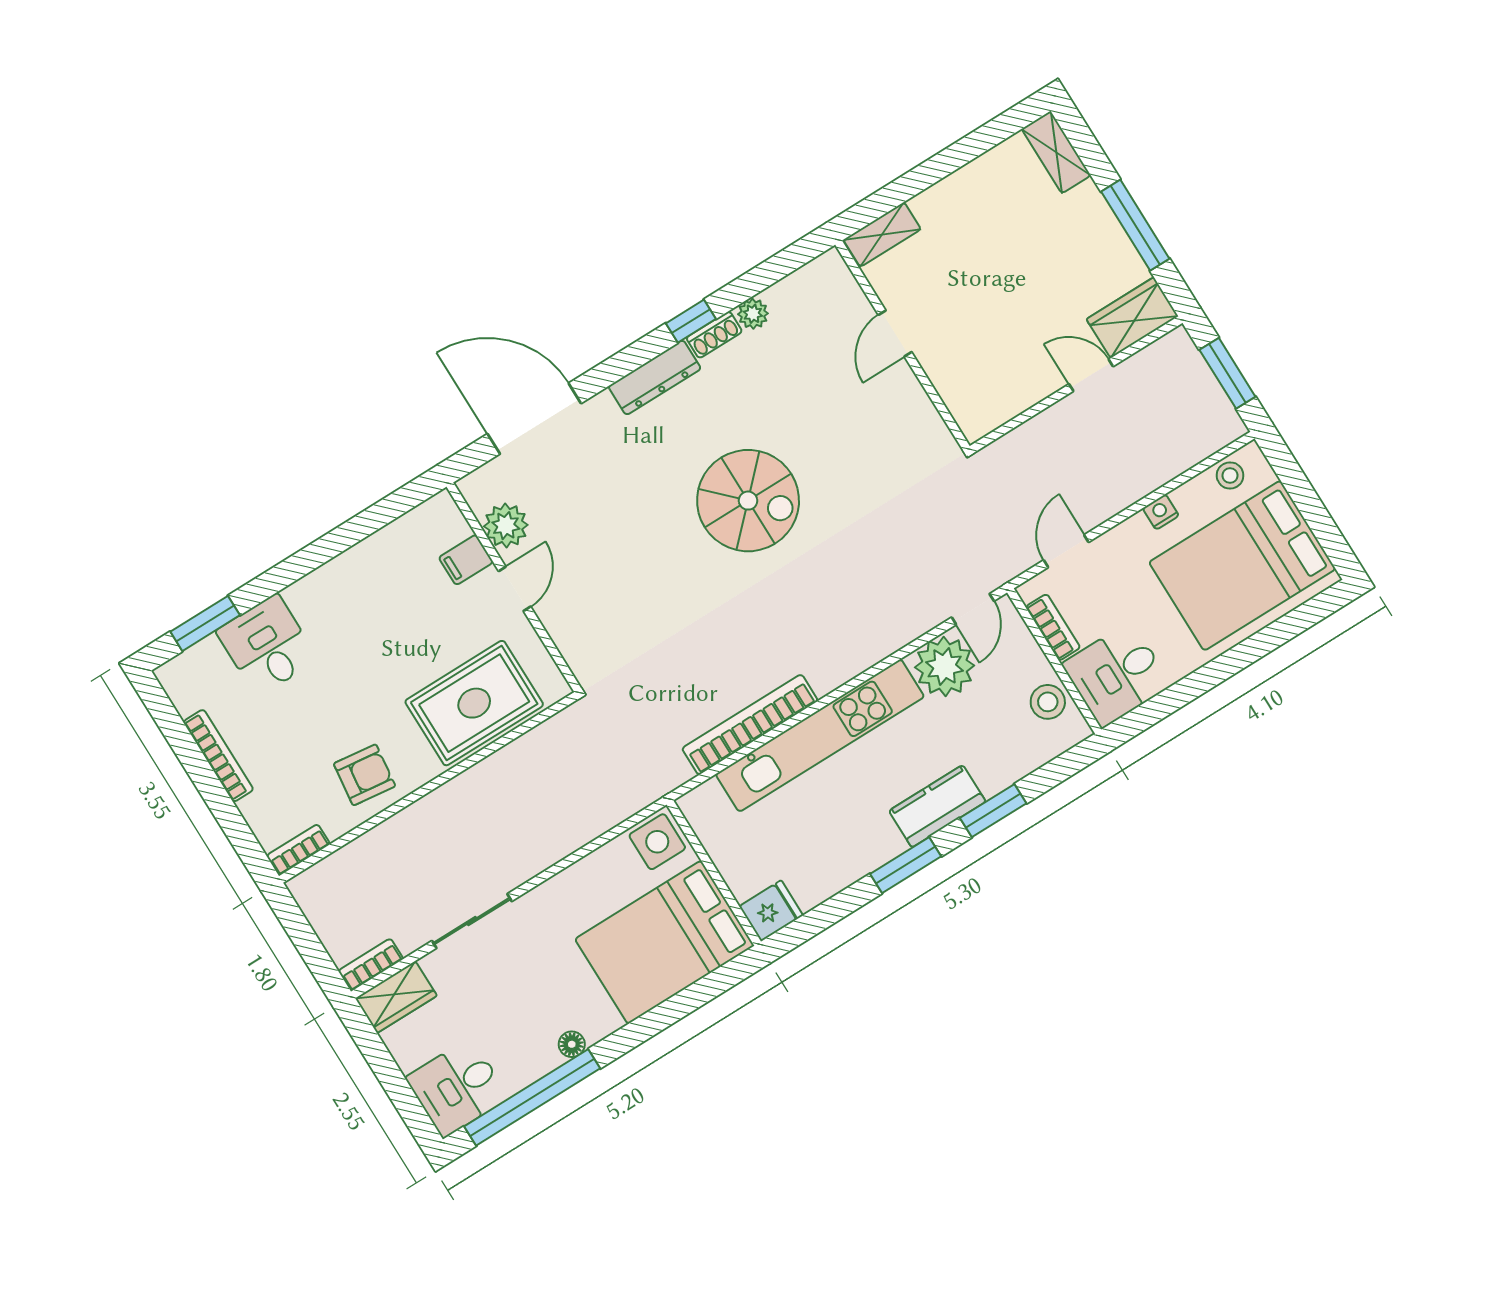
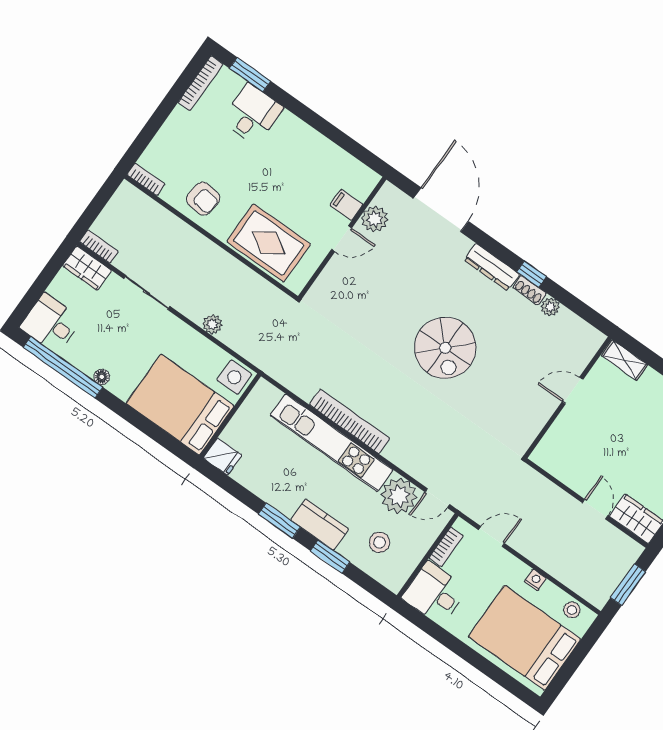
stool: (1048, 702) -> (379, 542), moved
bookcase: (750, 725) -> (350, 421), moved
bookcase: (218, 756) -> (201, 83), moved
plant: (562, 841) -> (212, 324), added

